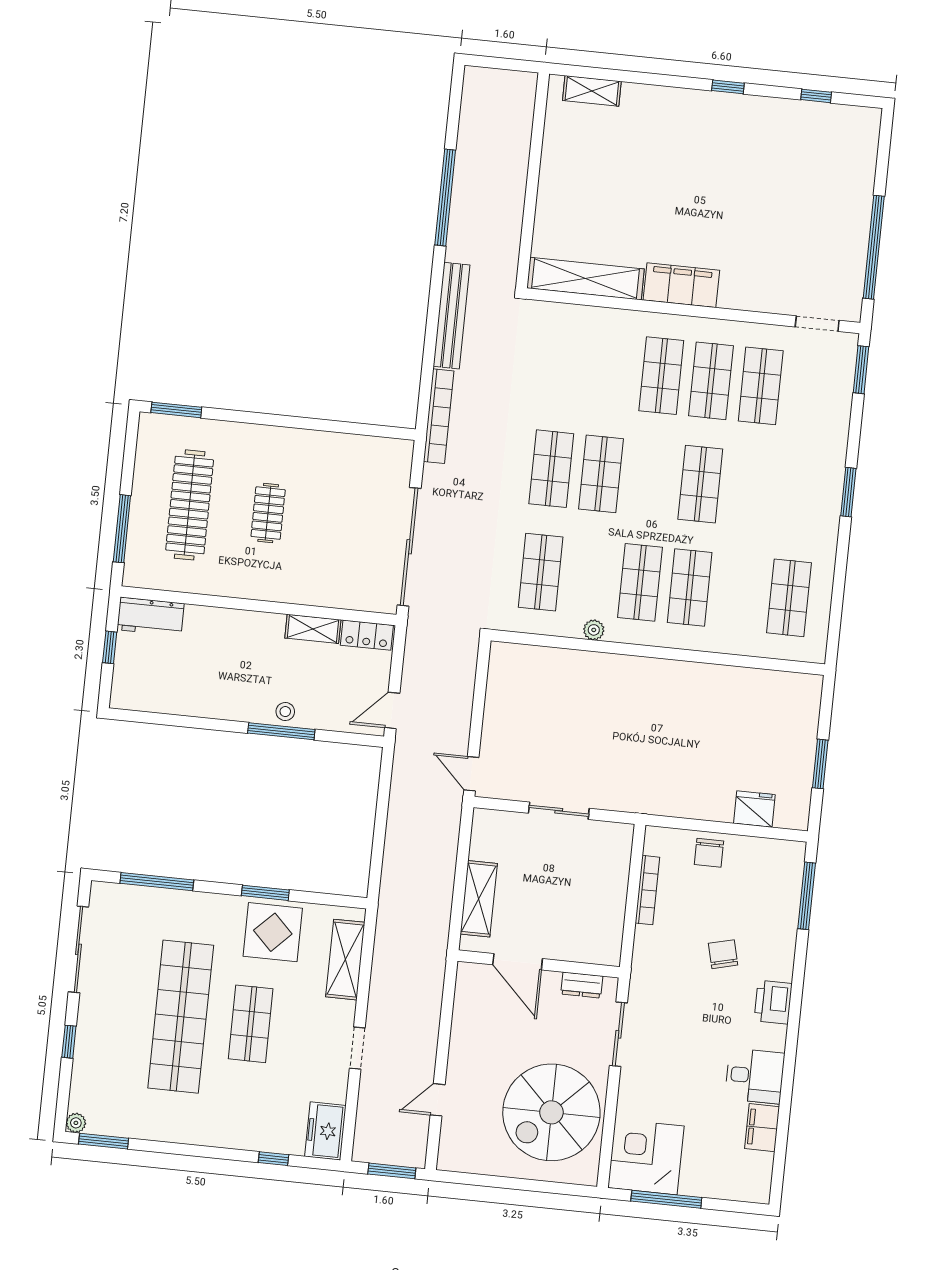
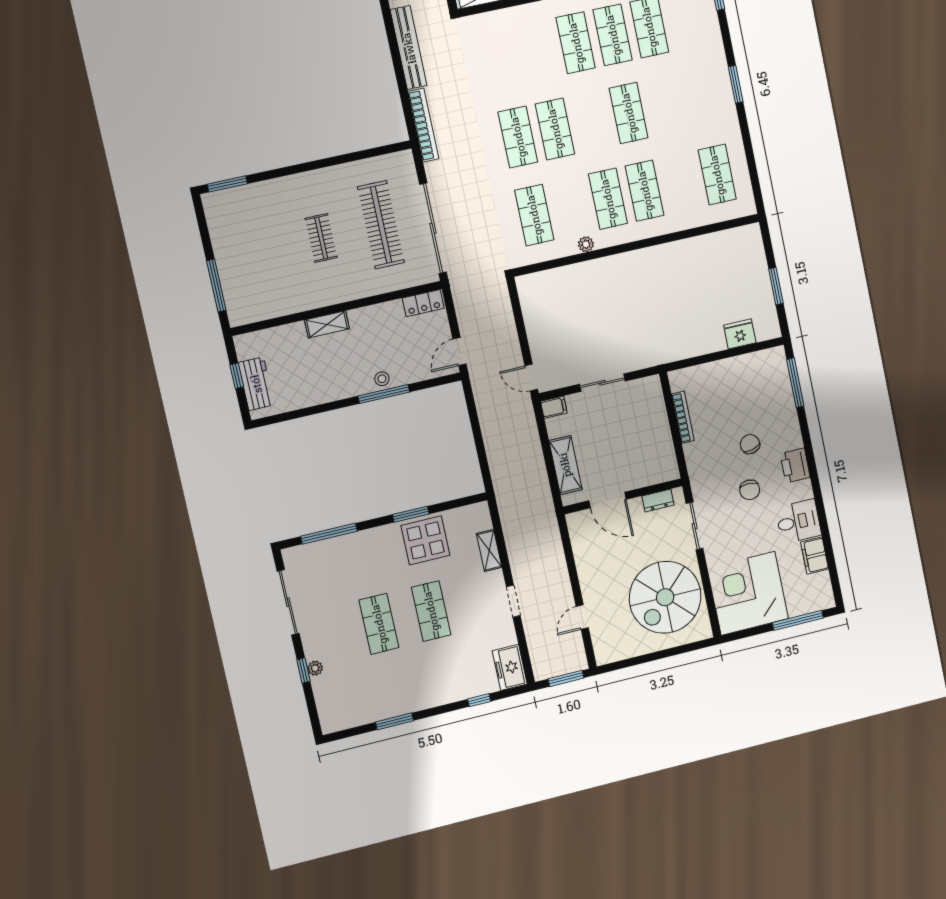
clothes rail: (190, 505) -> (381, 225), moved
workbench: (150, 617) -> (256, 384), moved, turned -90
shelving: (313, 629) -> (327, 324), moved
filing cabinet: (488, 821) -> (554, 407), added
chair: (709, 853) -> (750, 490), moved
shelving: (345, 960) -> (489, 550), width x0.67, depth x0.75
shop shelf: (181, 1017) -> (379, 624), width x0.50, depth x0.74
plant: (76, 1123) -> (315, 668), moved
window: (104, 1141) -> (394, 721), moved
corner desk: (646, 1157) -> (748, 593), width x1.36, depth x1.36
window: (666, 1199) -> (798, 620), moved

